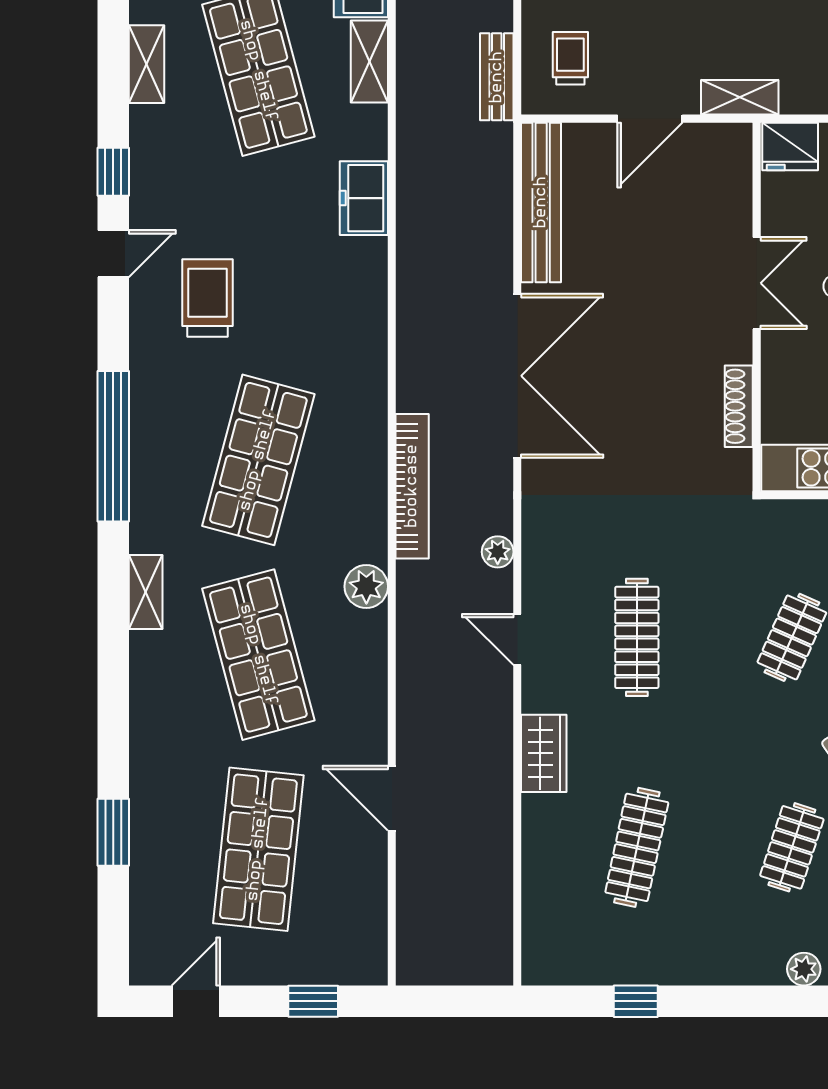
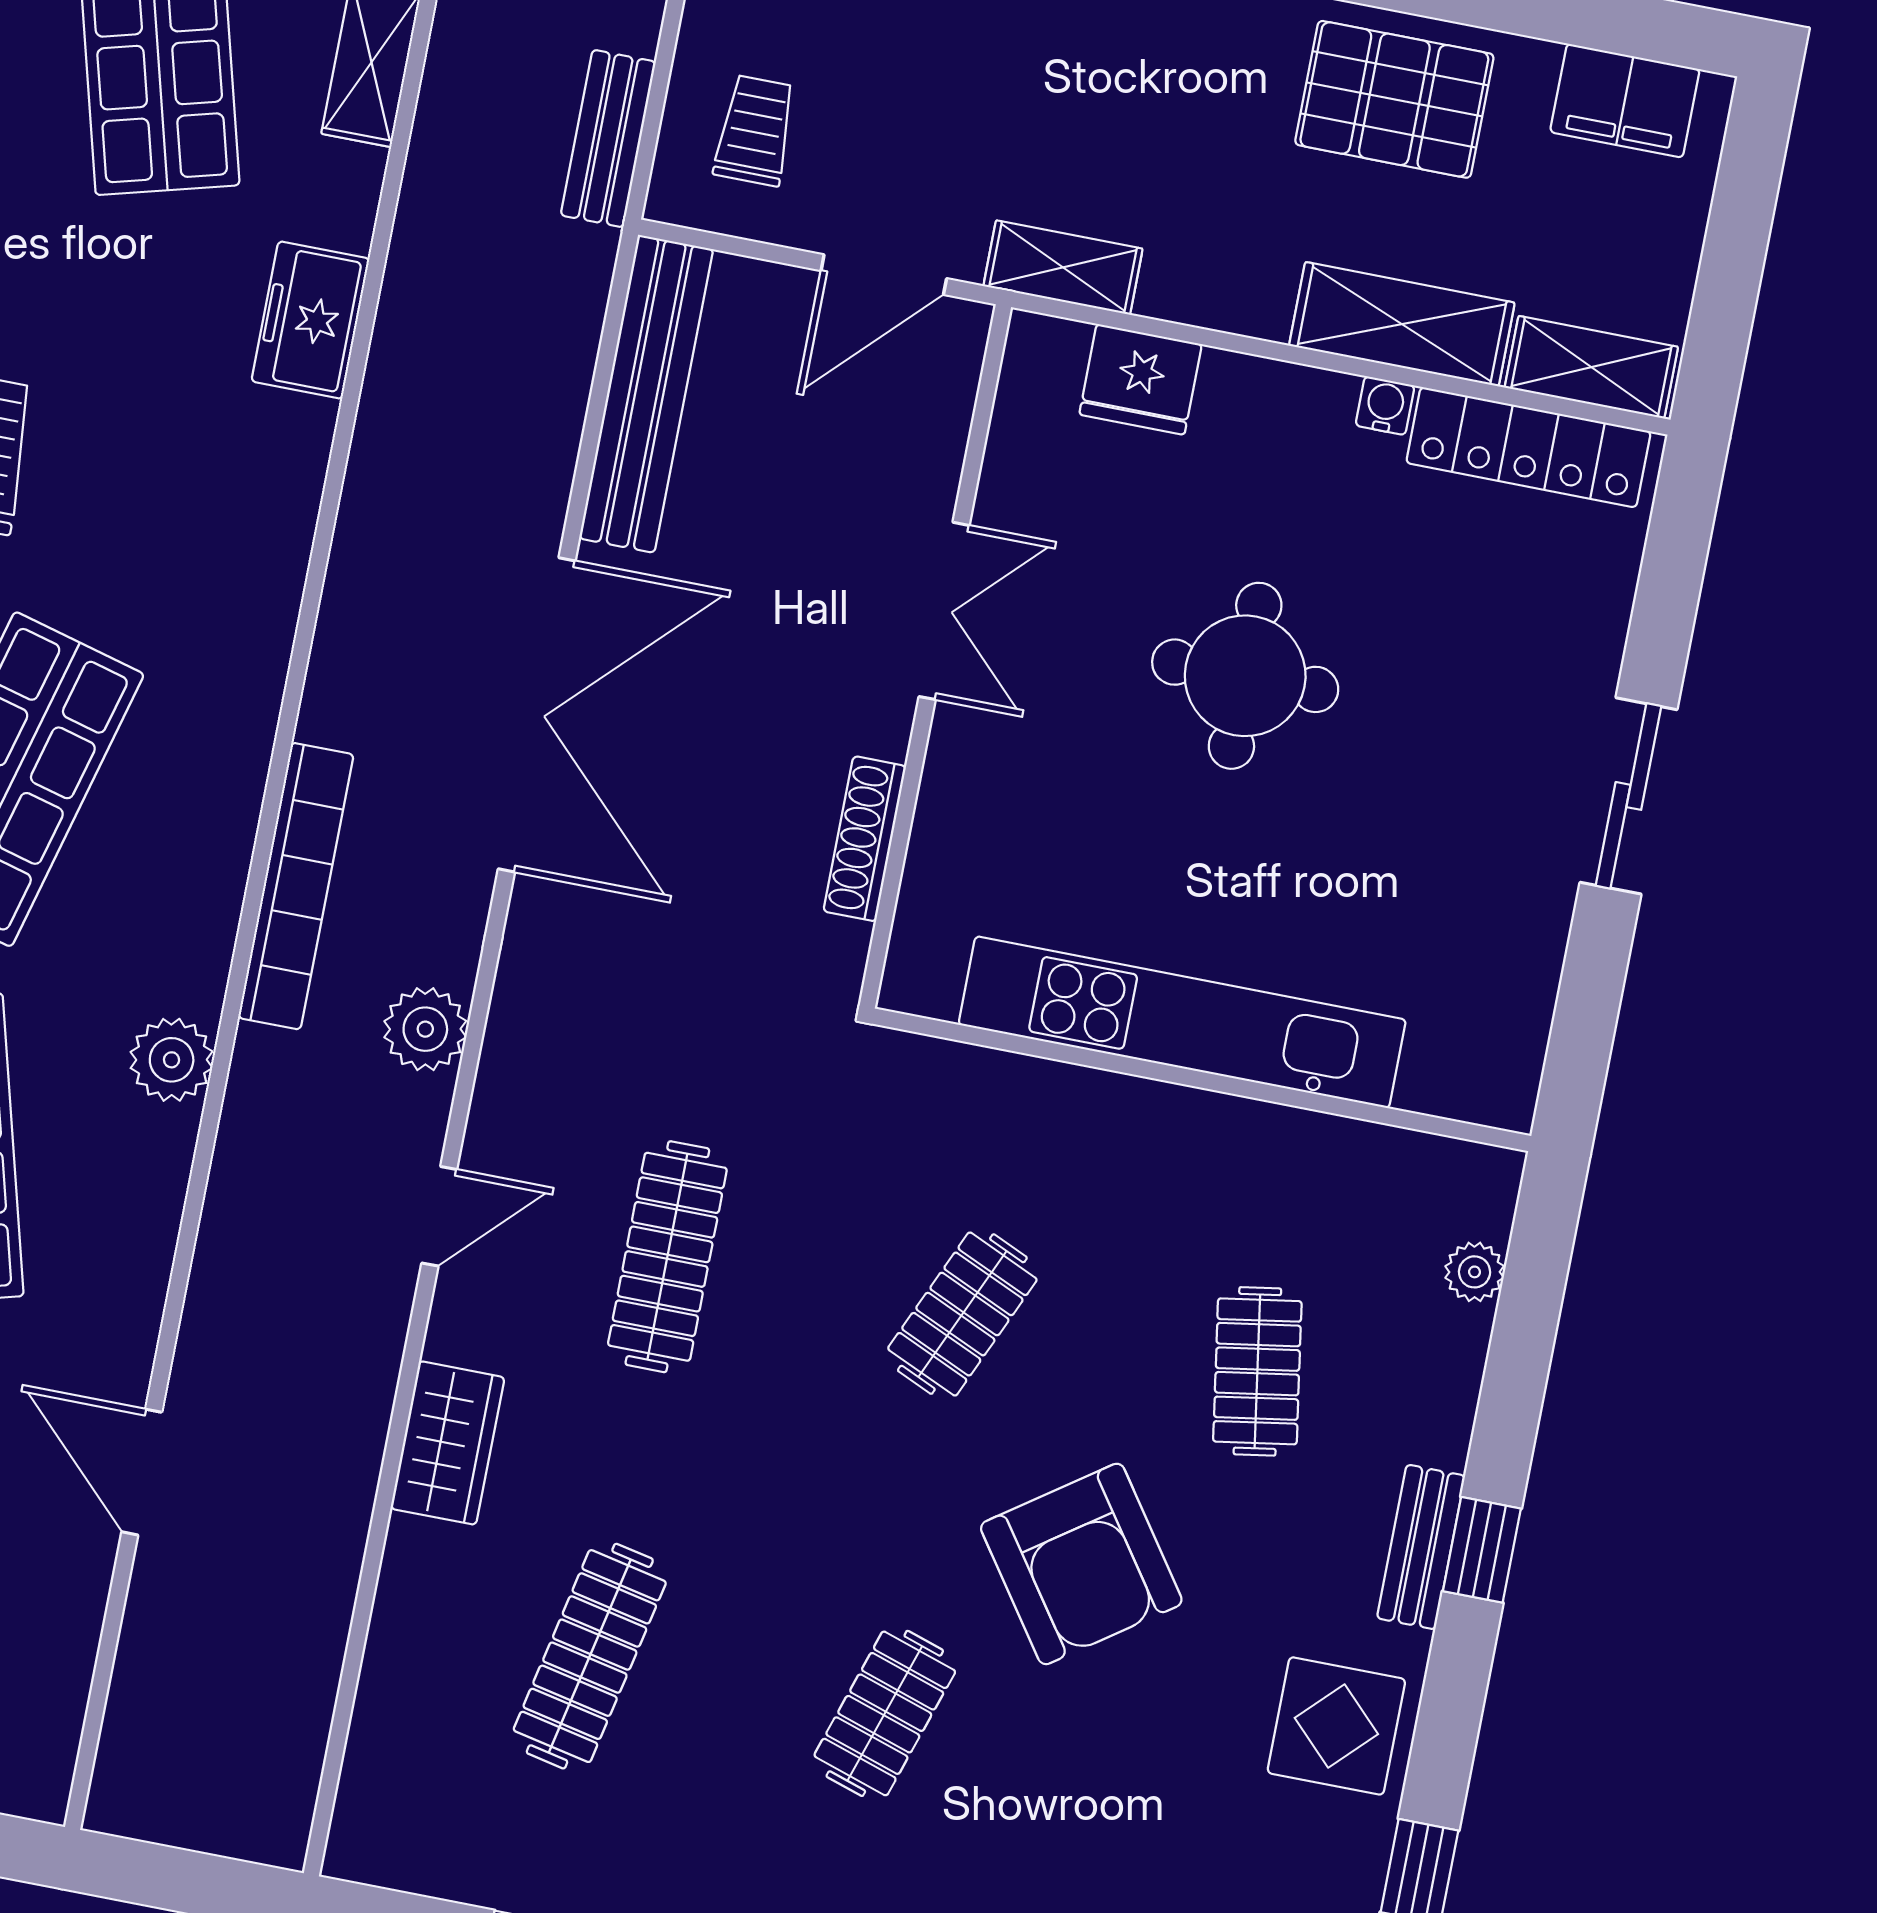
double door: (757, 283) -> (944, 611), moved
wall: (757, 307) -> (935, 656), moved
shoe rack: (739, 406) -> (865, 839), moved
plant: (498, 552) -> (425, 1029), width x1.38, depth x1.38
door: (517, 639) -> (439, 1216), swing flipped

